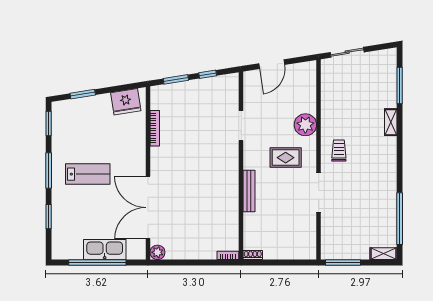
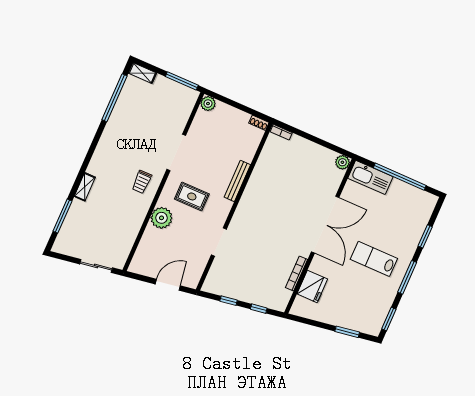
window: (176, 79) -> (259, 309), width x0.67
fridge: (126, 102) -> (312, 286), moved, turned 99
double door: (148, 208) -> (325, 225), moved
kitchen sink: (105, 250) -> (370, 177), moved
plant: (309, 252) -> (208, 104), added

